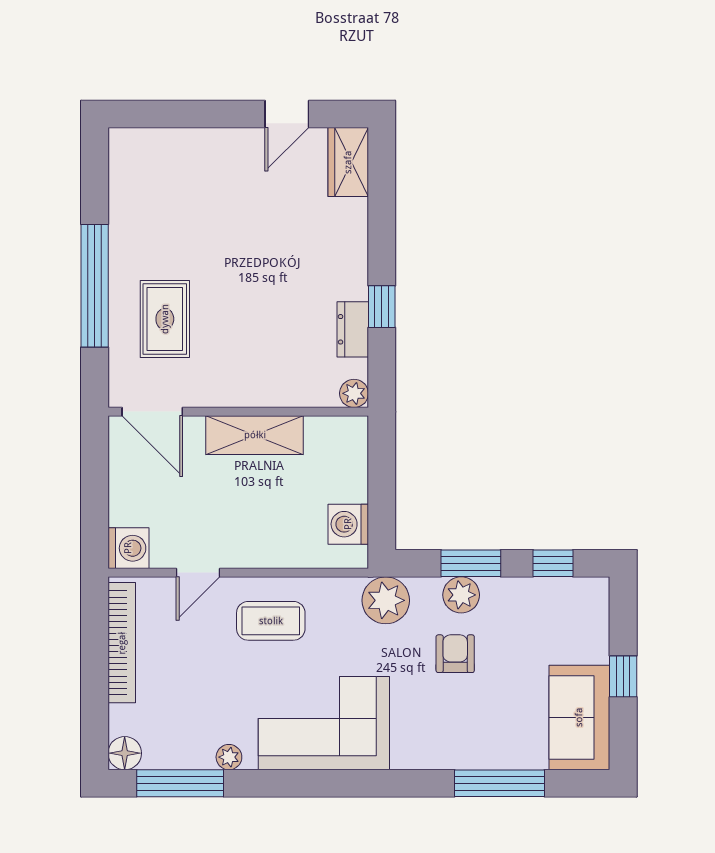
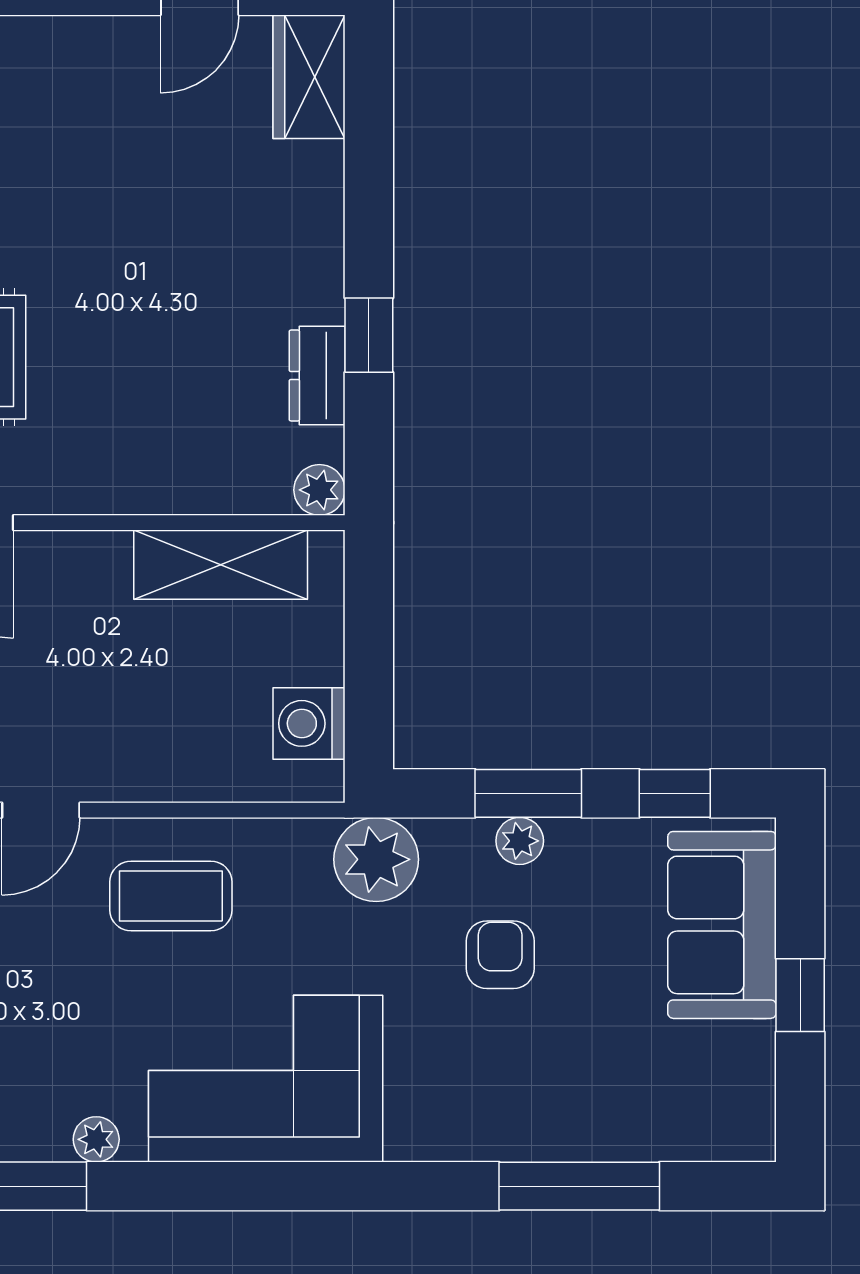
shelving: (255, 435) -> (221, 565), moved
plant: (461, 595) -> (520, 841), width x0.73, depth x0.73
sofa: (579, 717) -> (722, 925), moved

